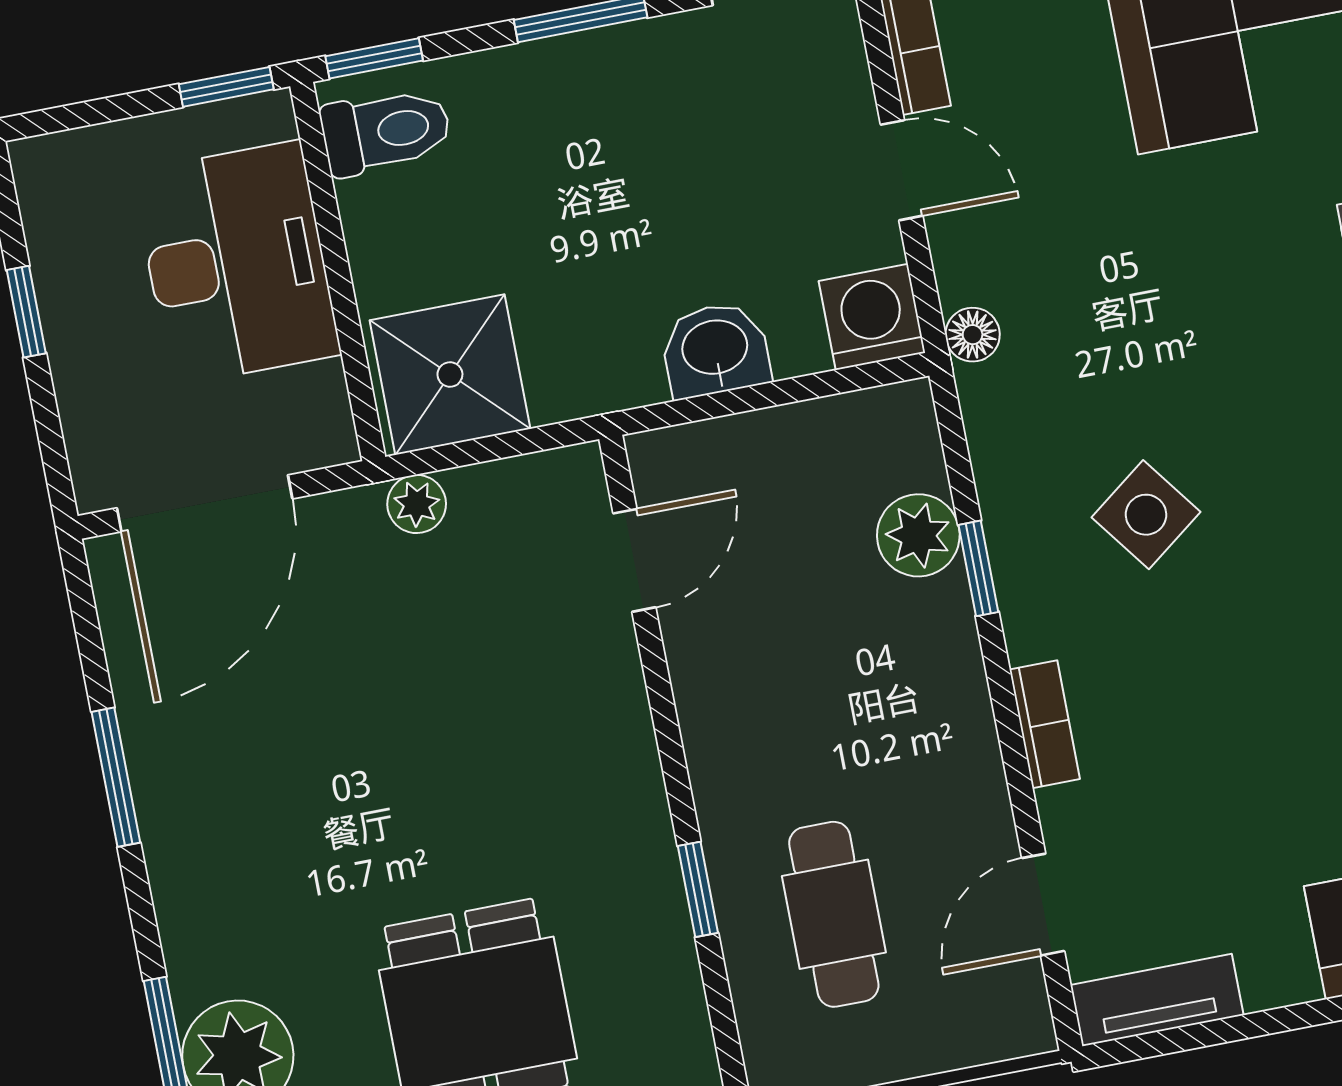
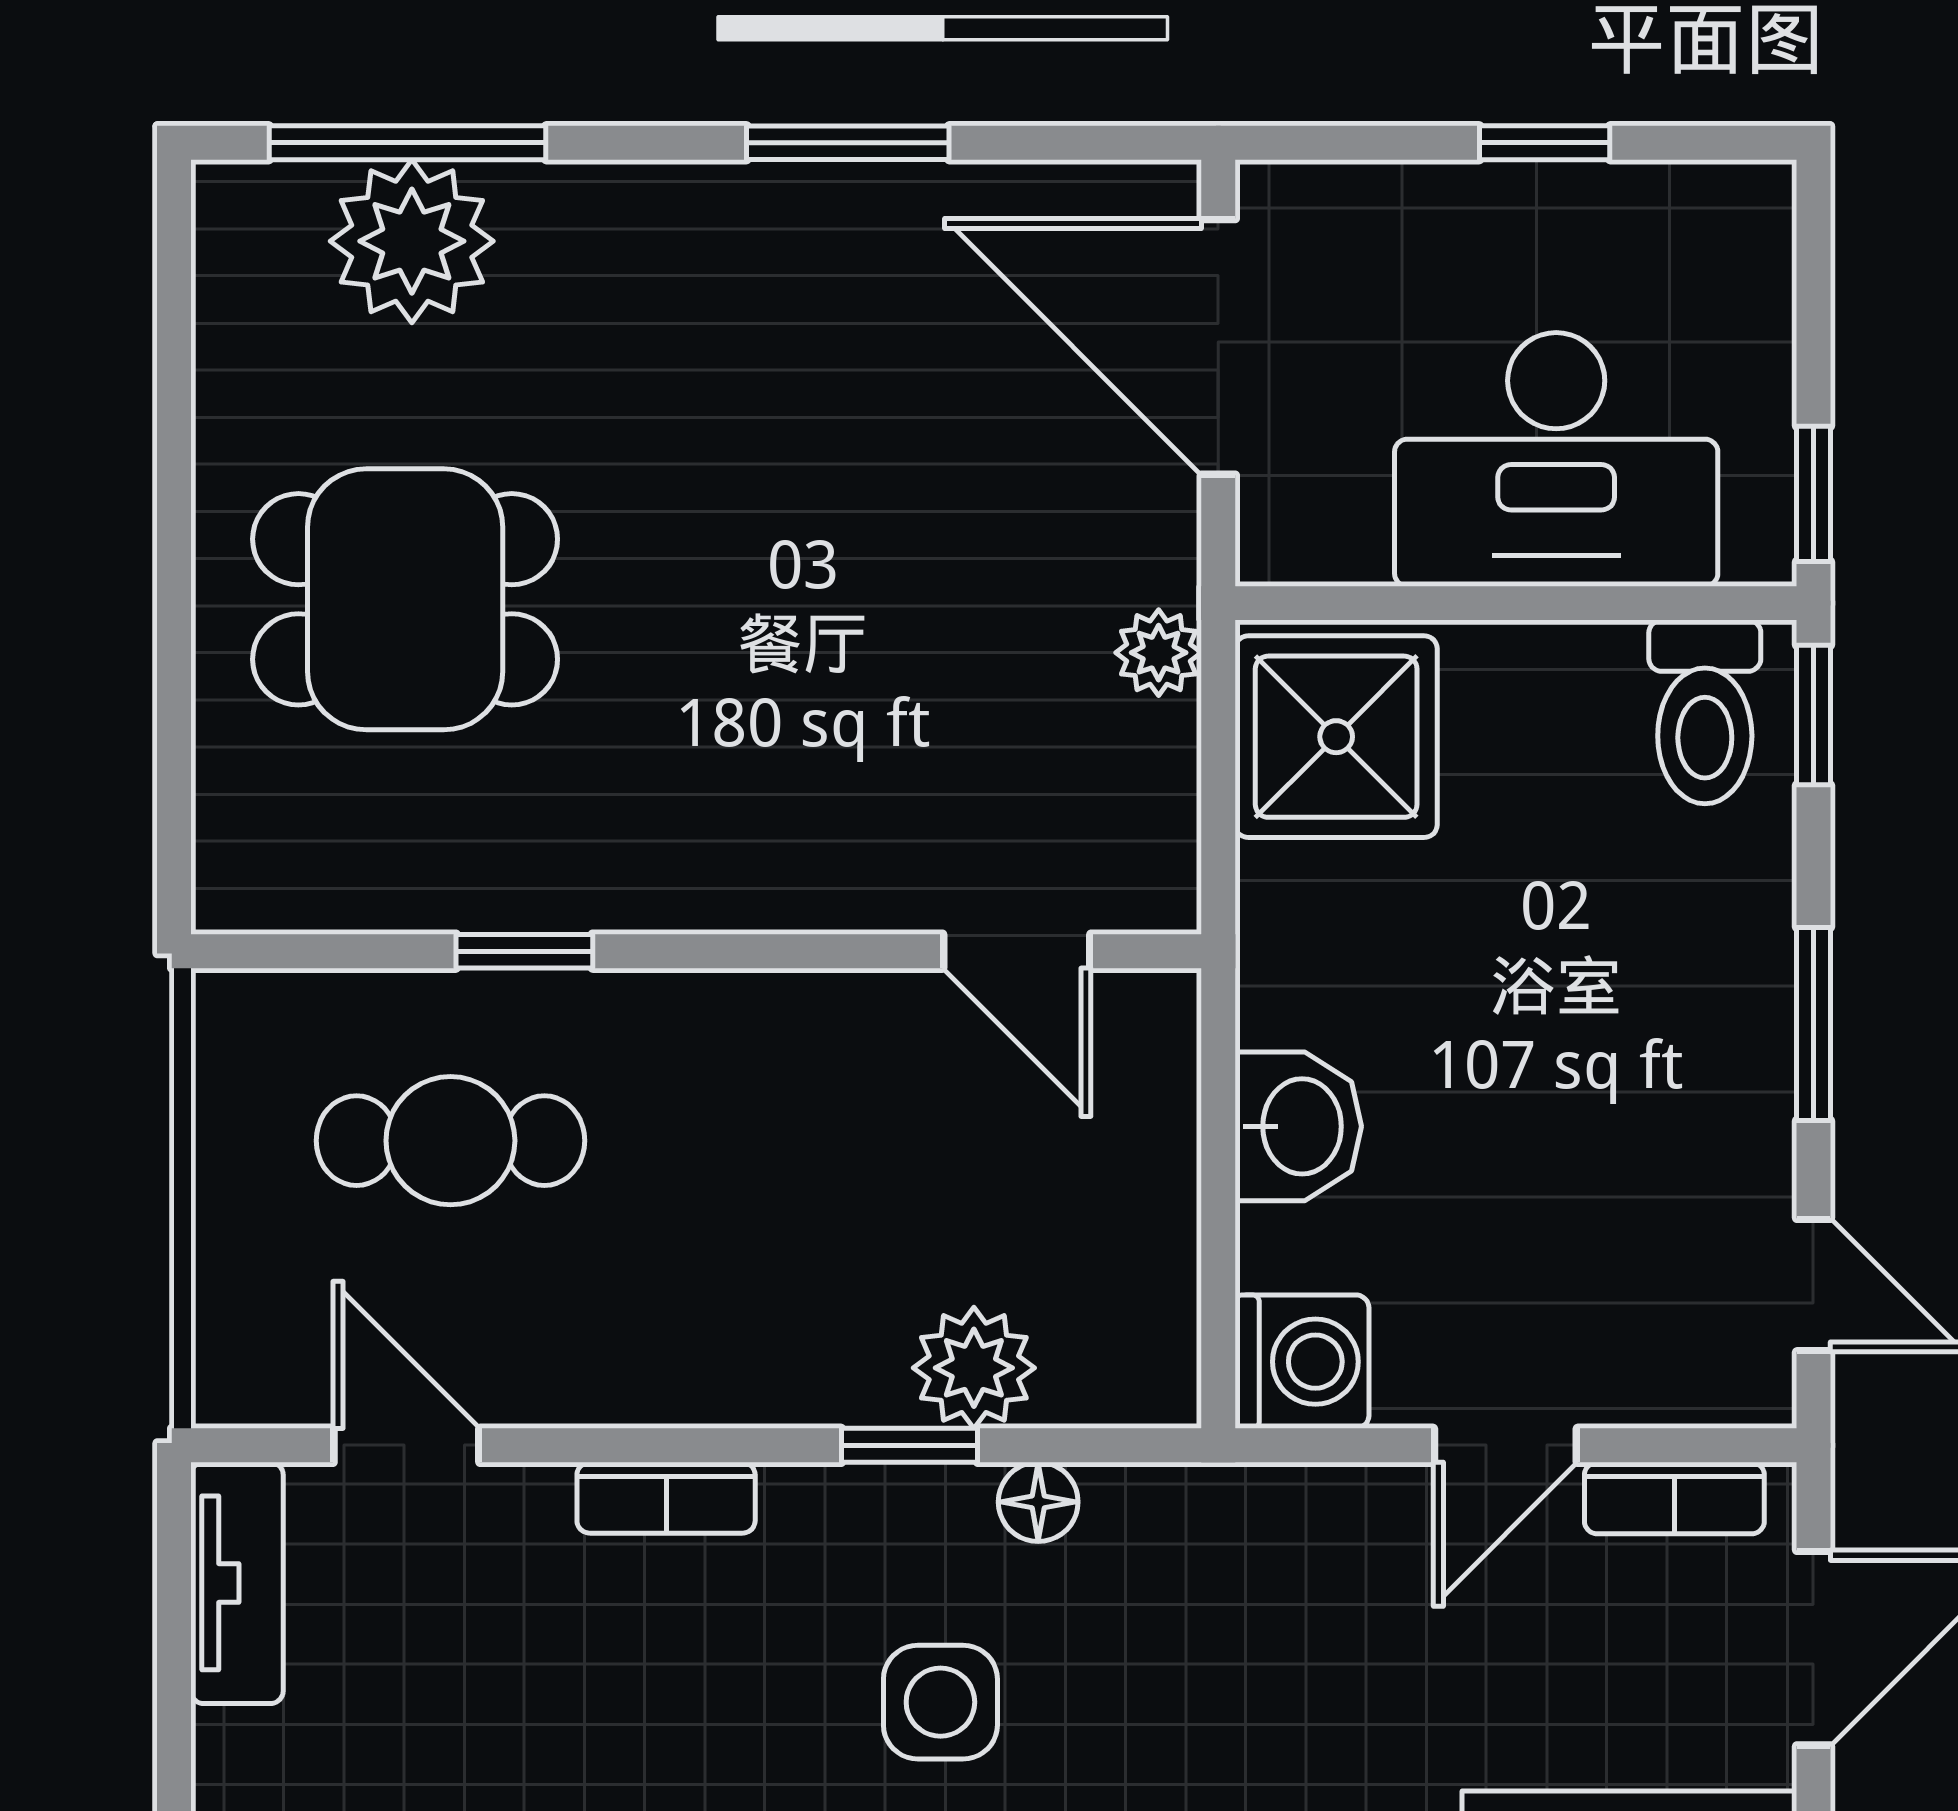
floor lamp: (973, 335) -> (1038, 1502), moved
side table: (1146, 515) -> (940, 1702), turned 37

